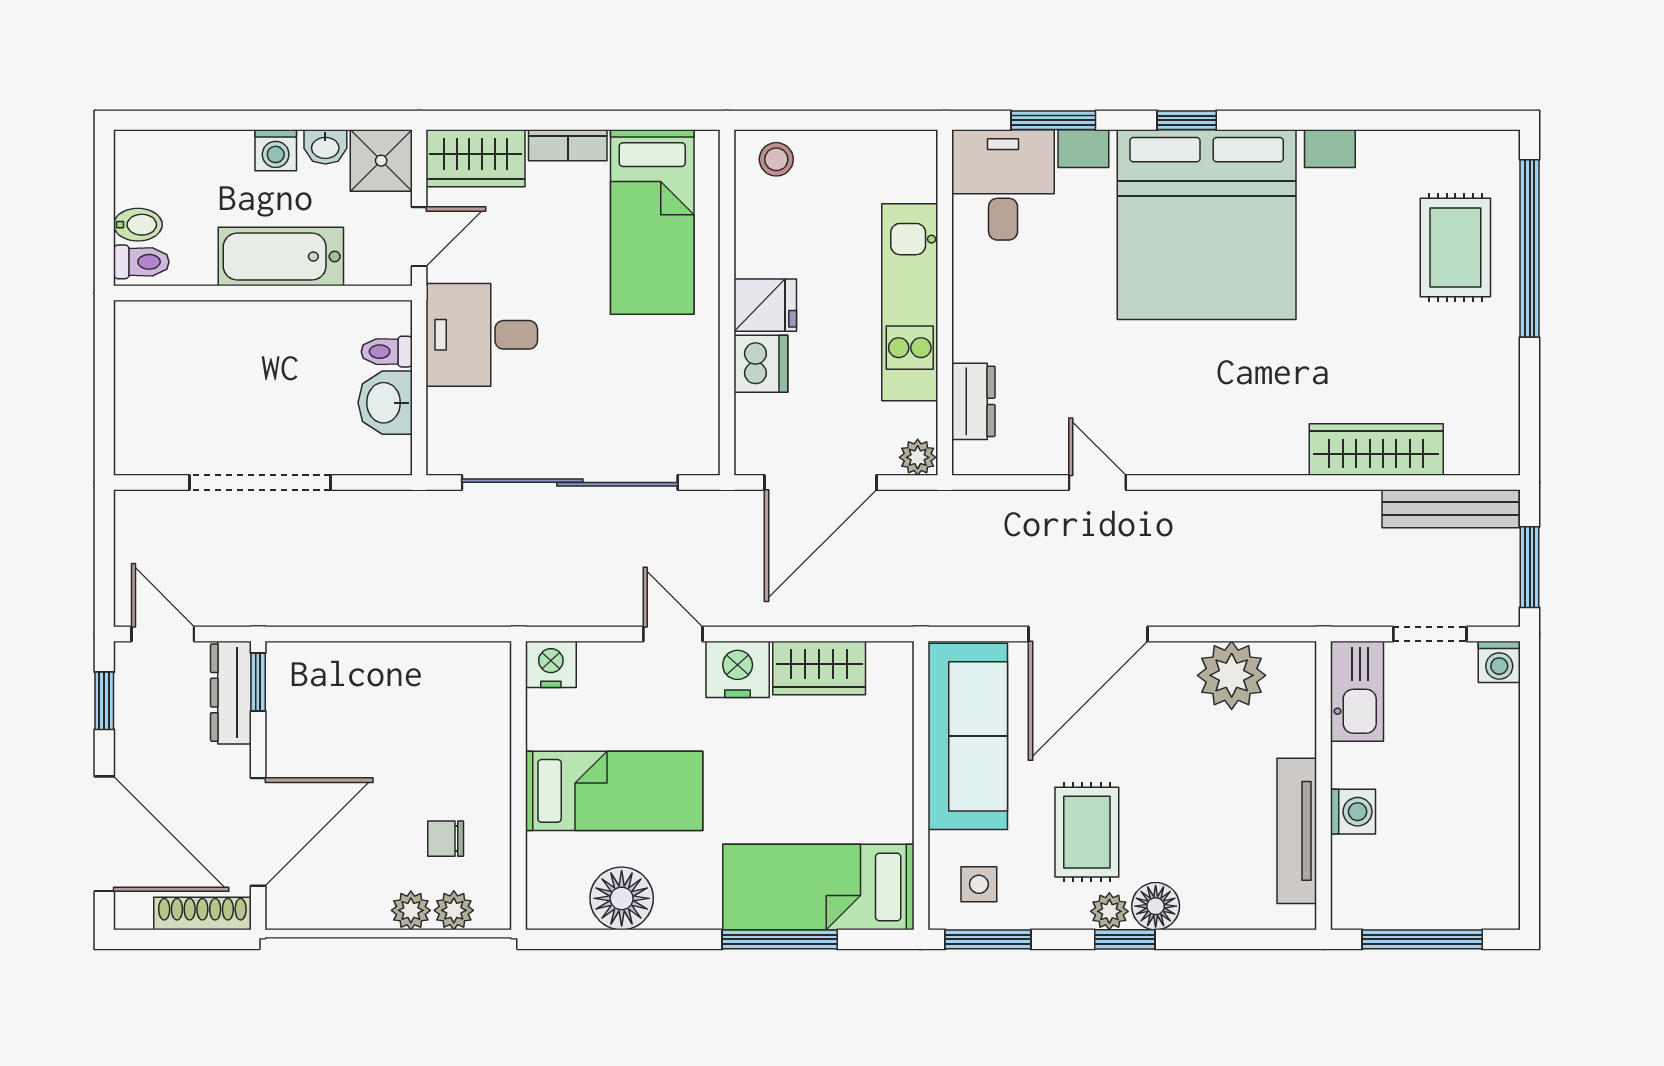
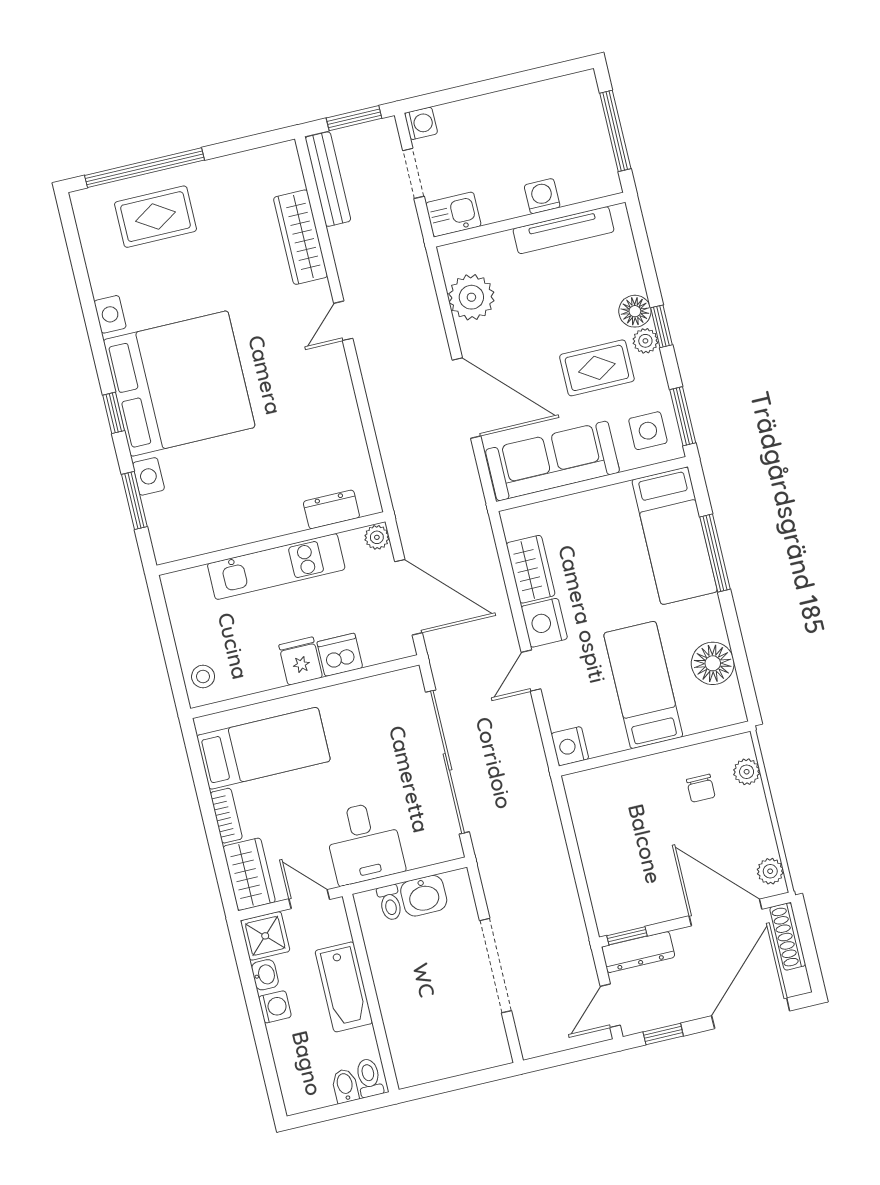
desk: (1003, 185) -> (185, 524), removed
door: (1097, 482) -> (343, 321), moved
kitchen sink: (1357, 691) -> (453, 214), width x0.73
side table: (979, 884) -> (648, 431), width x1.37, depth x1.37
plant: (411, 910) -> (770, 871), moved

